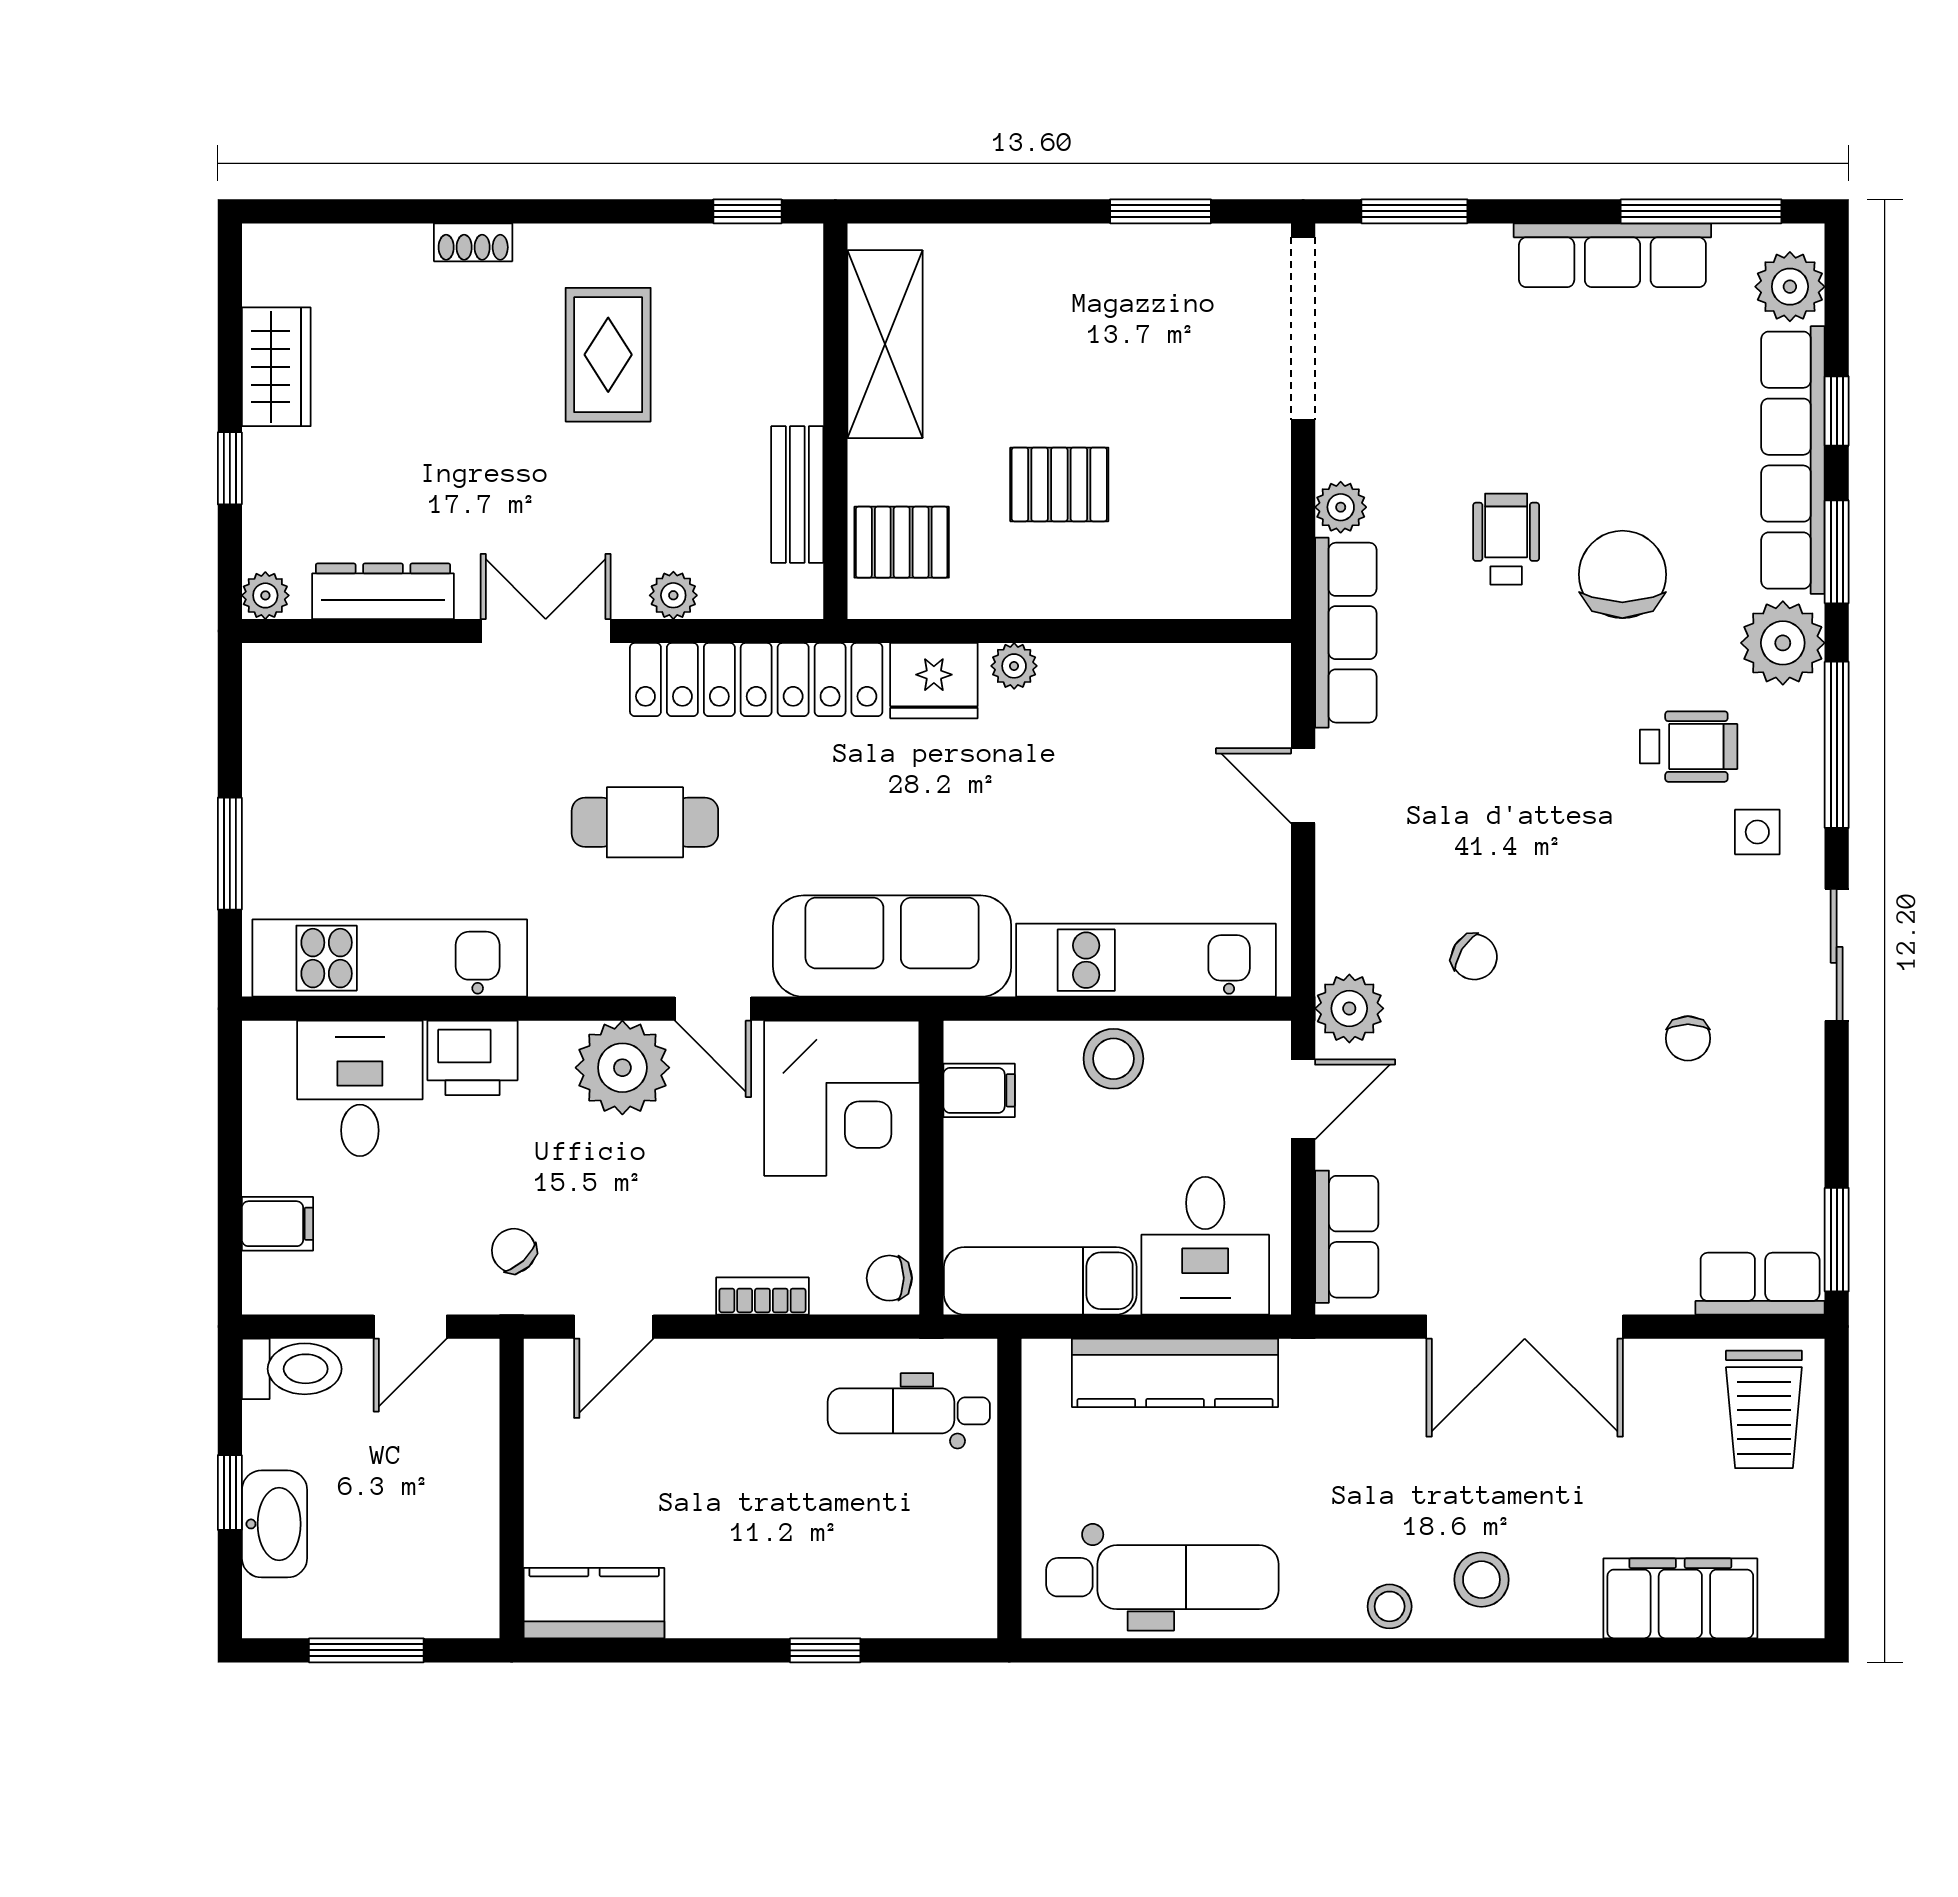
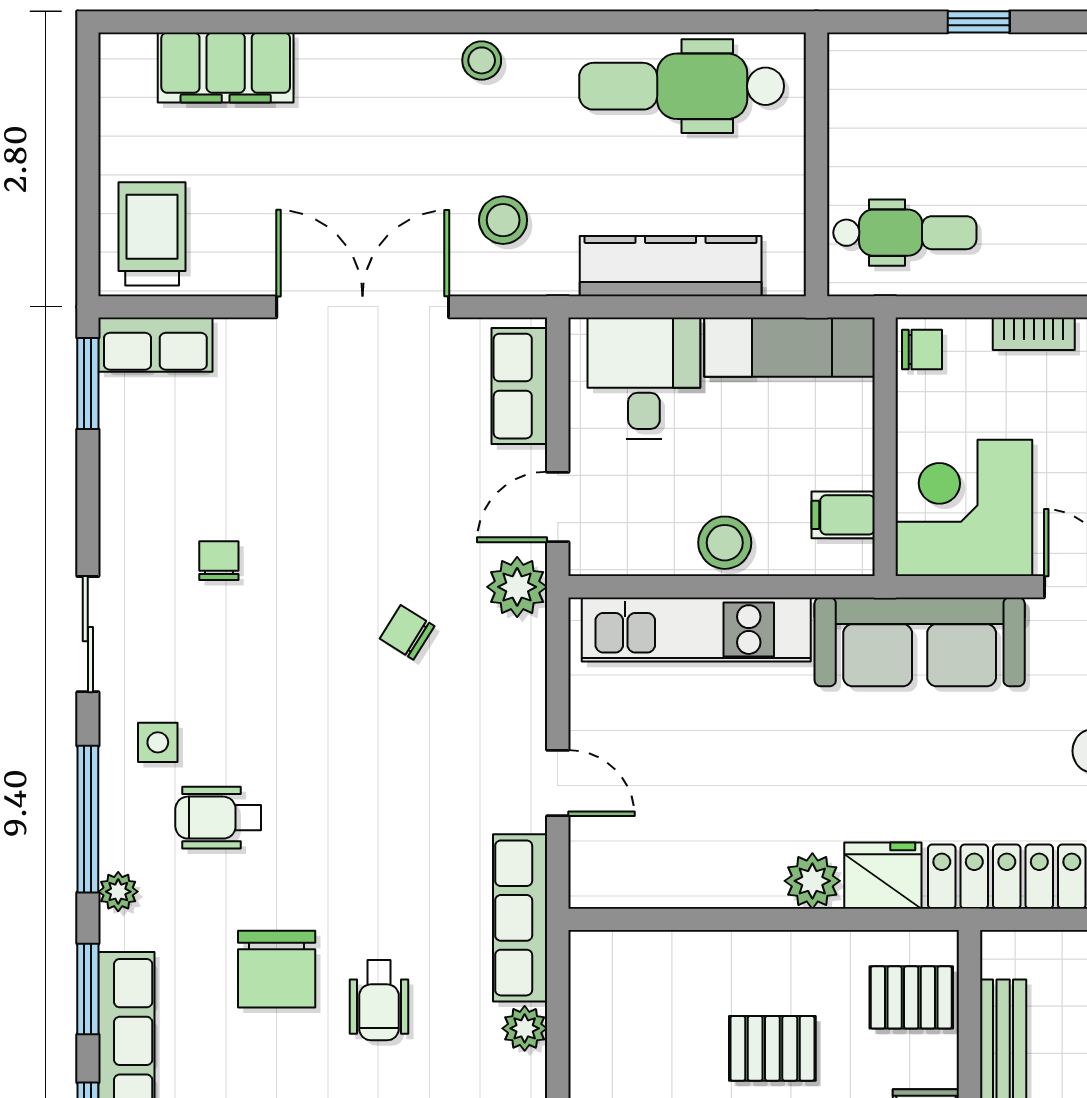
plant: (1783, 643) -> (118, 892), width x0.53, depth x0.53
plant: (1014, 666) -> (812, 881), width x1.38, depth x1.38
stool: (1481, 1580) -> (503, 220), moved

